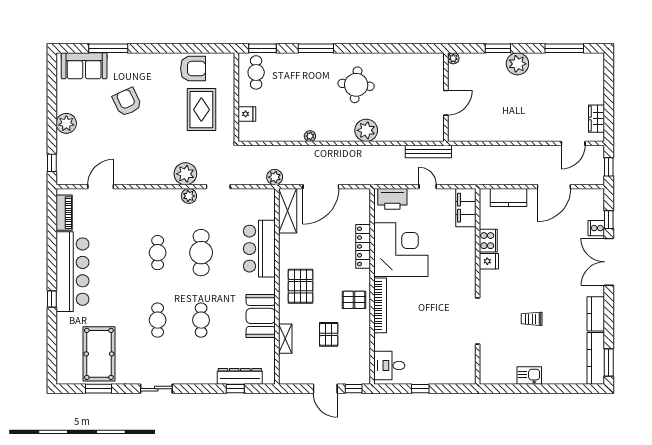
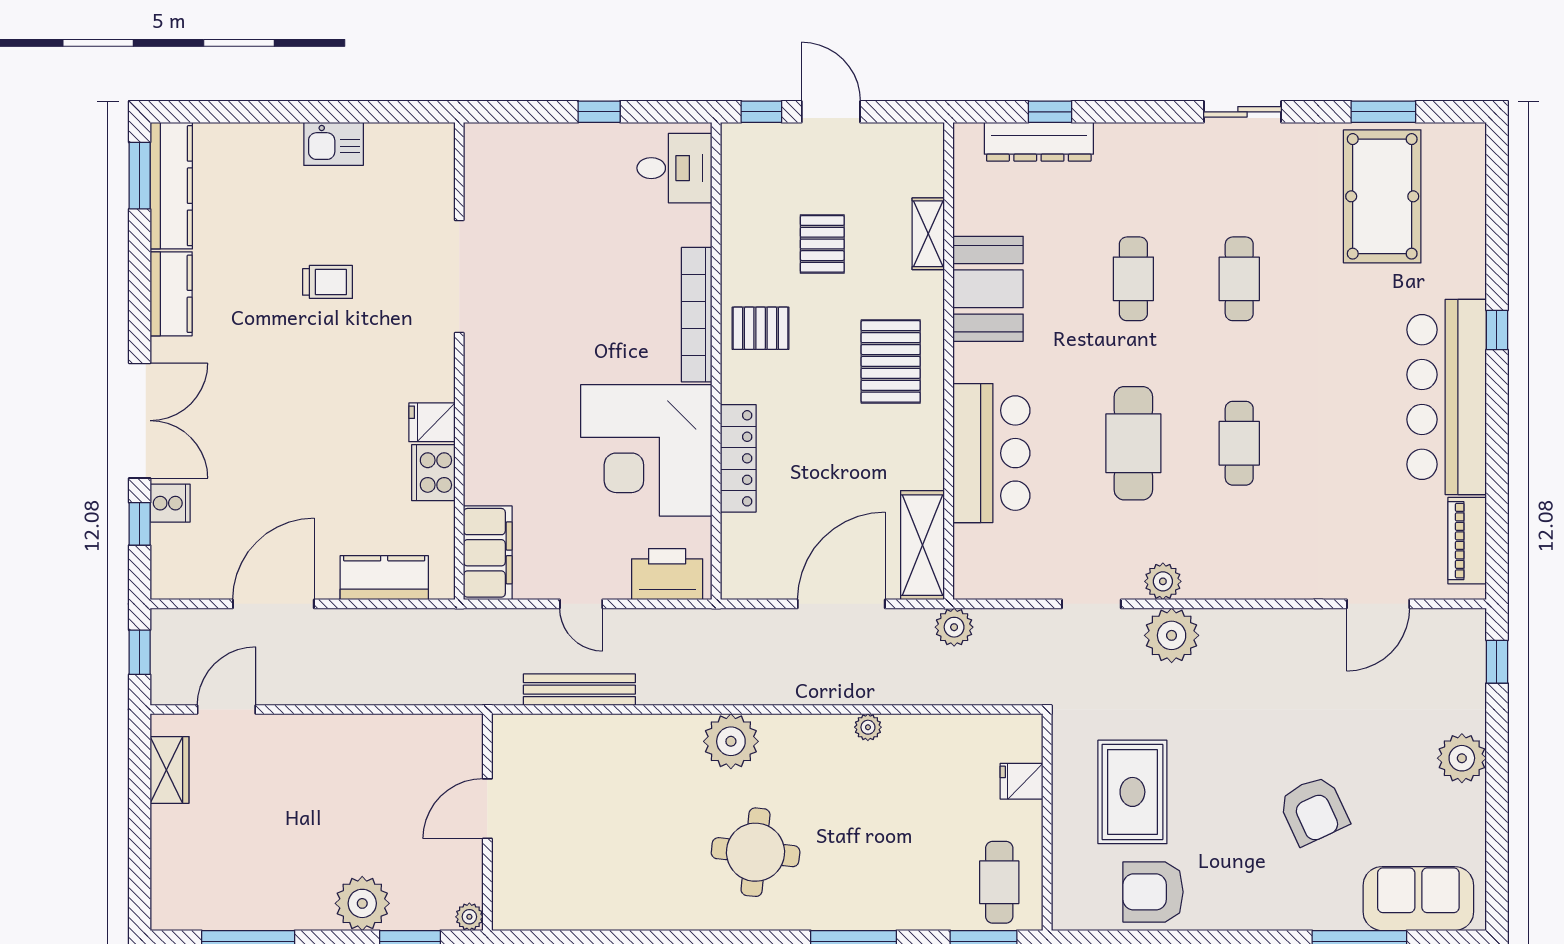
plant: (453, 58) -> (469, 917), moved
wall: (446, 97) -> (487, 822), moved
door: (446, 103) -> (487, 809), moved

